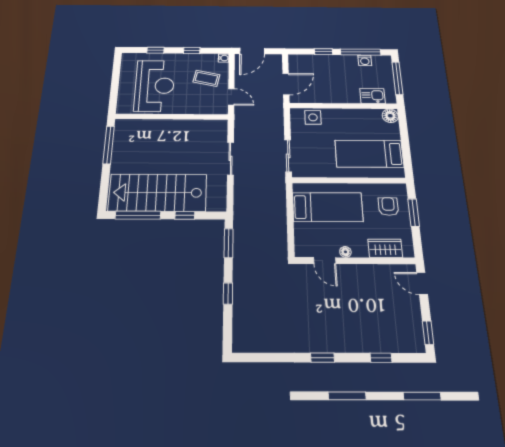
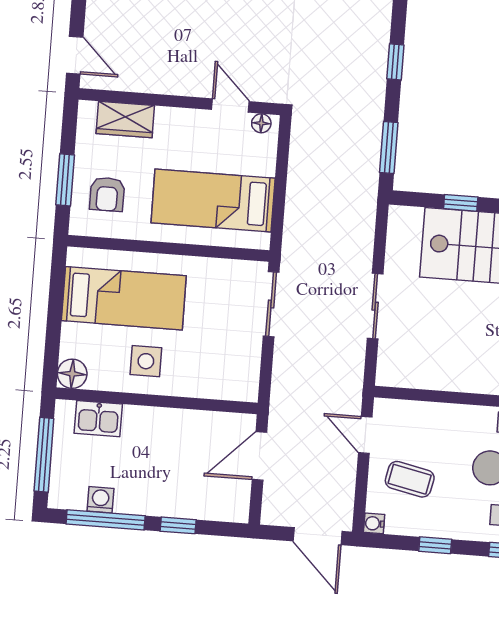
door: (252, 51) -> (318, 536), swing flipped
side table: (313, 117) -> (146, 361), moved
floor lamp: (345, 252) -> (261, 123), moved

